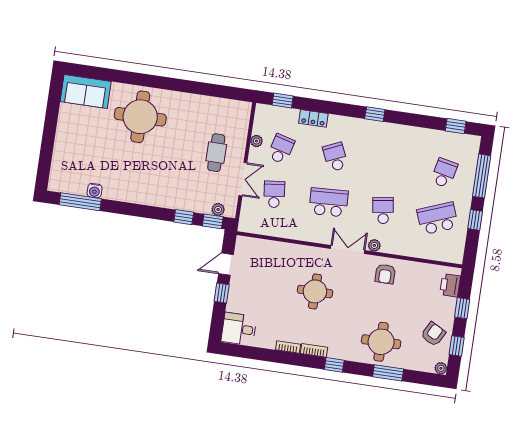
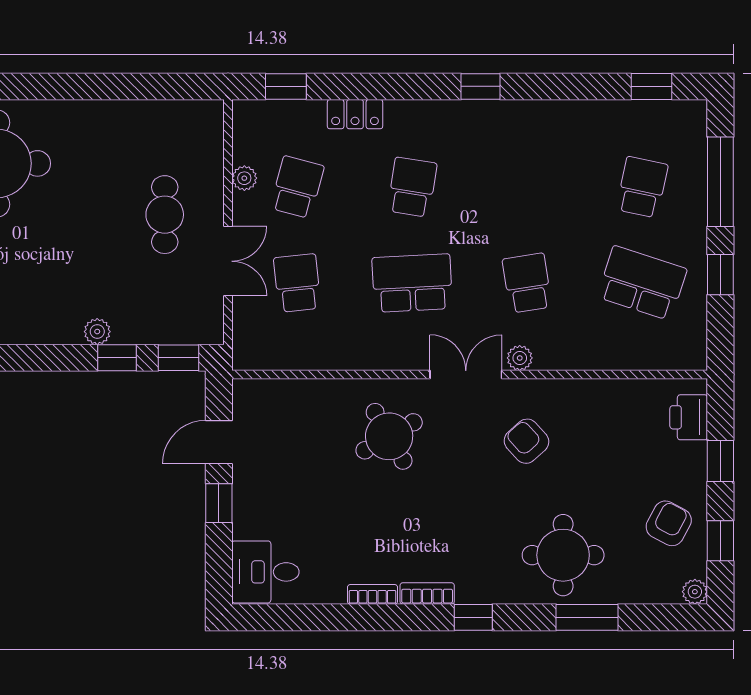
school desk: (335, 157) -> (412, 187), turned 33
plant: (218, 210) -> (97, 332), moved
school desk: (437, 218) -> (642, 283), turned 39
armchair: (385, 274) -> (527, 441), moved, turned 138
round table: (315, 291) -> (389, 436), moved, turned -30

